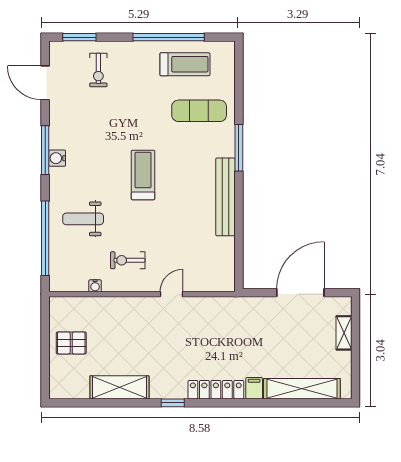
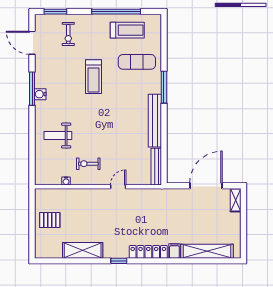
treadmill: (143, 175) -> (94, 77), moved, turned 180
window: (45, 238) -> (32, 149), removed
bench: (228, 265) -> (156, 167), added
shelving: (344, 333) -> (236, 200), moved

